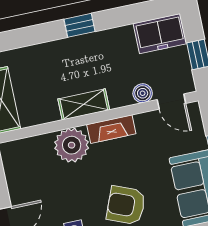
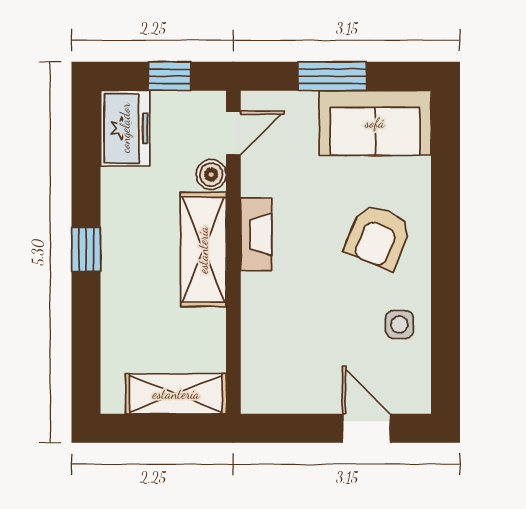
shelving: (84, 104) -> (203, 250), width x1.50, depth x1.33
plant: (72, 145) -> (268, 301), removed

